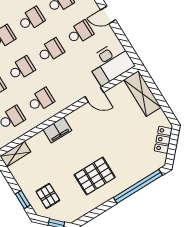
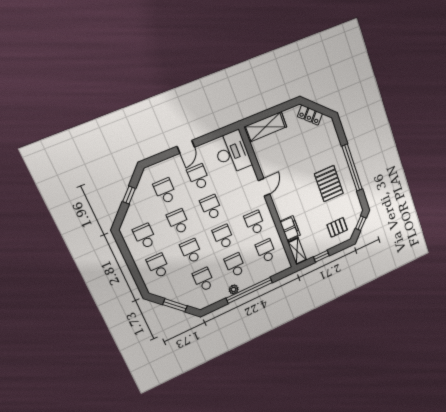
door: (94, 95) -> (264, 187), moved
filing cabinet: (57, 130) -> (290, 228), moved
window: (138, 186) -> (352, 168), moved
window: (23, 200) -> (321, 256), moved

